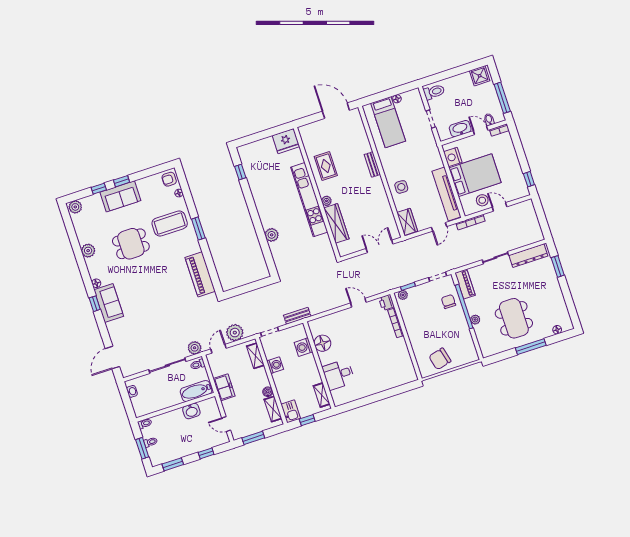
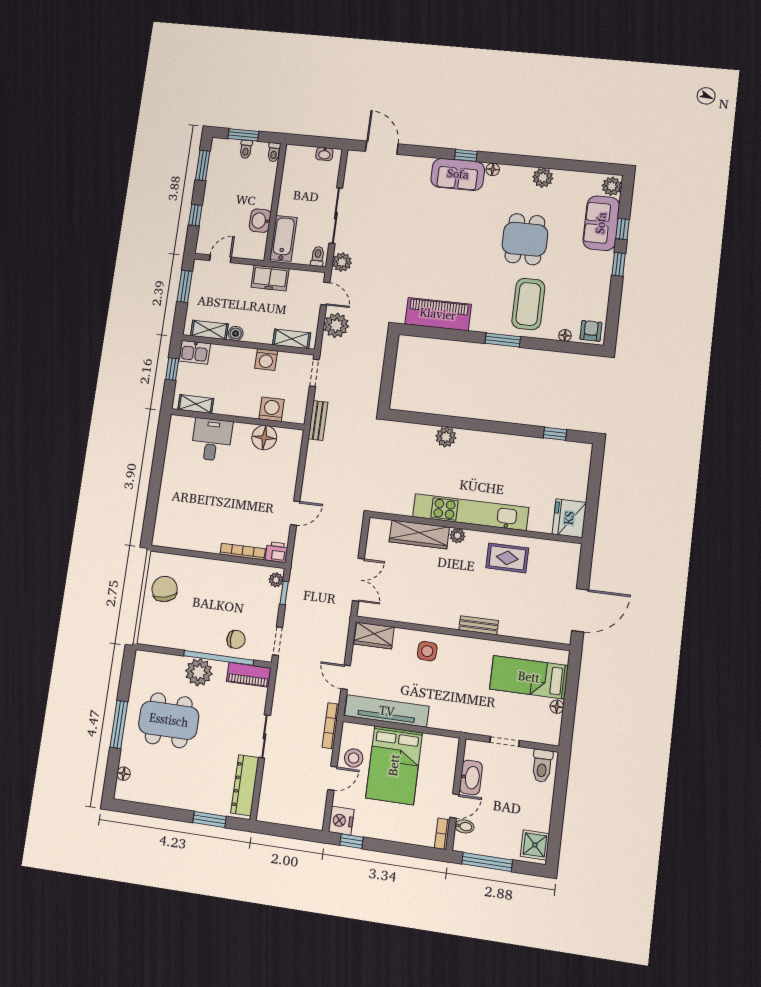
nightstand: (453, 157) -> (341, 821), moved, turned -90
sofa: (120, 196) -> (601, 223), moved
plant: (475, 320) -> (199, 672), width x1.88, depth x1.88

